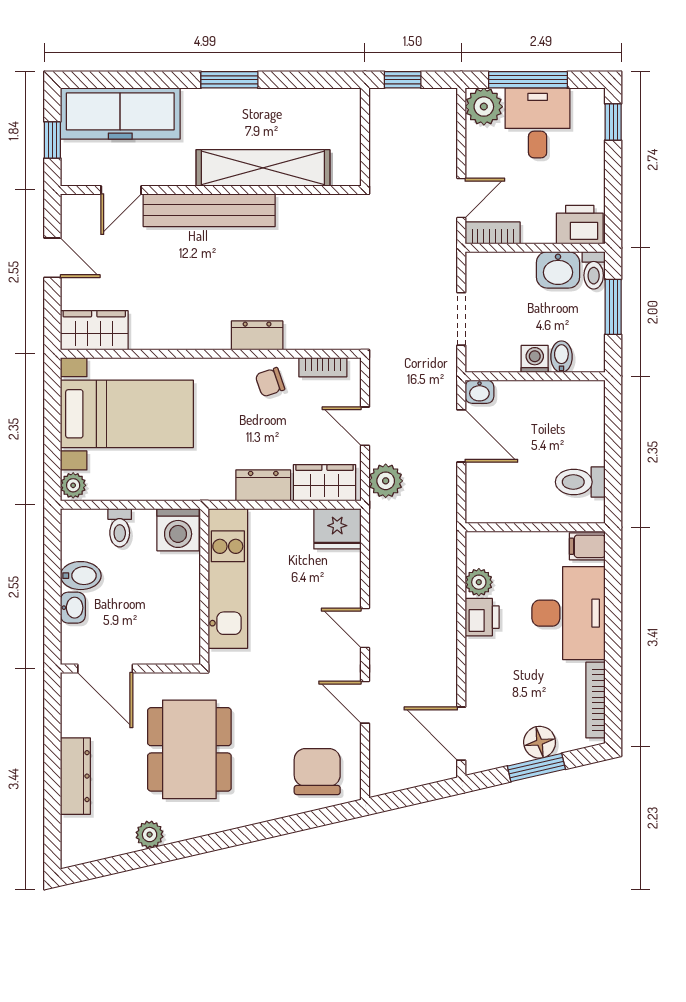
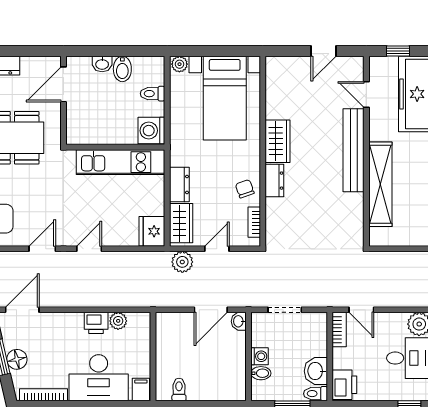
wardrobe: (94, 330) -> (278, 141), moved
toilet: (580, 482) -> (179, 389), width x0.73, depth x0.72

